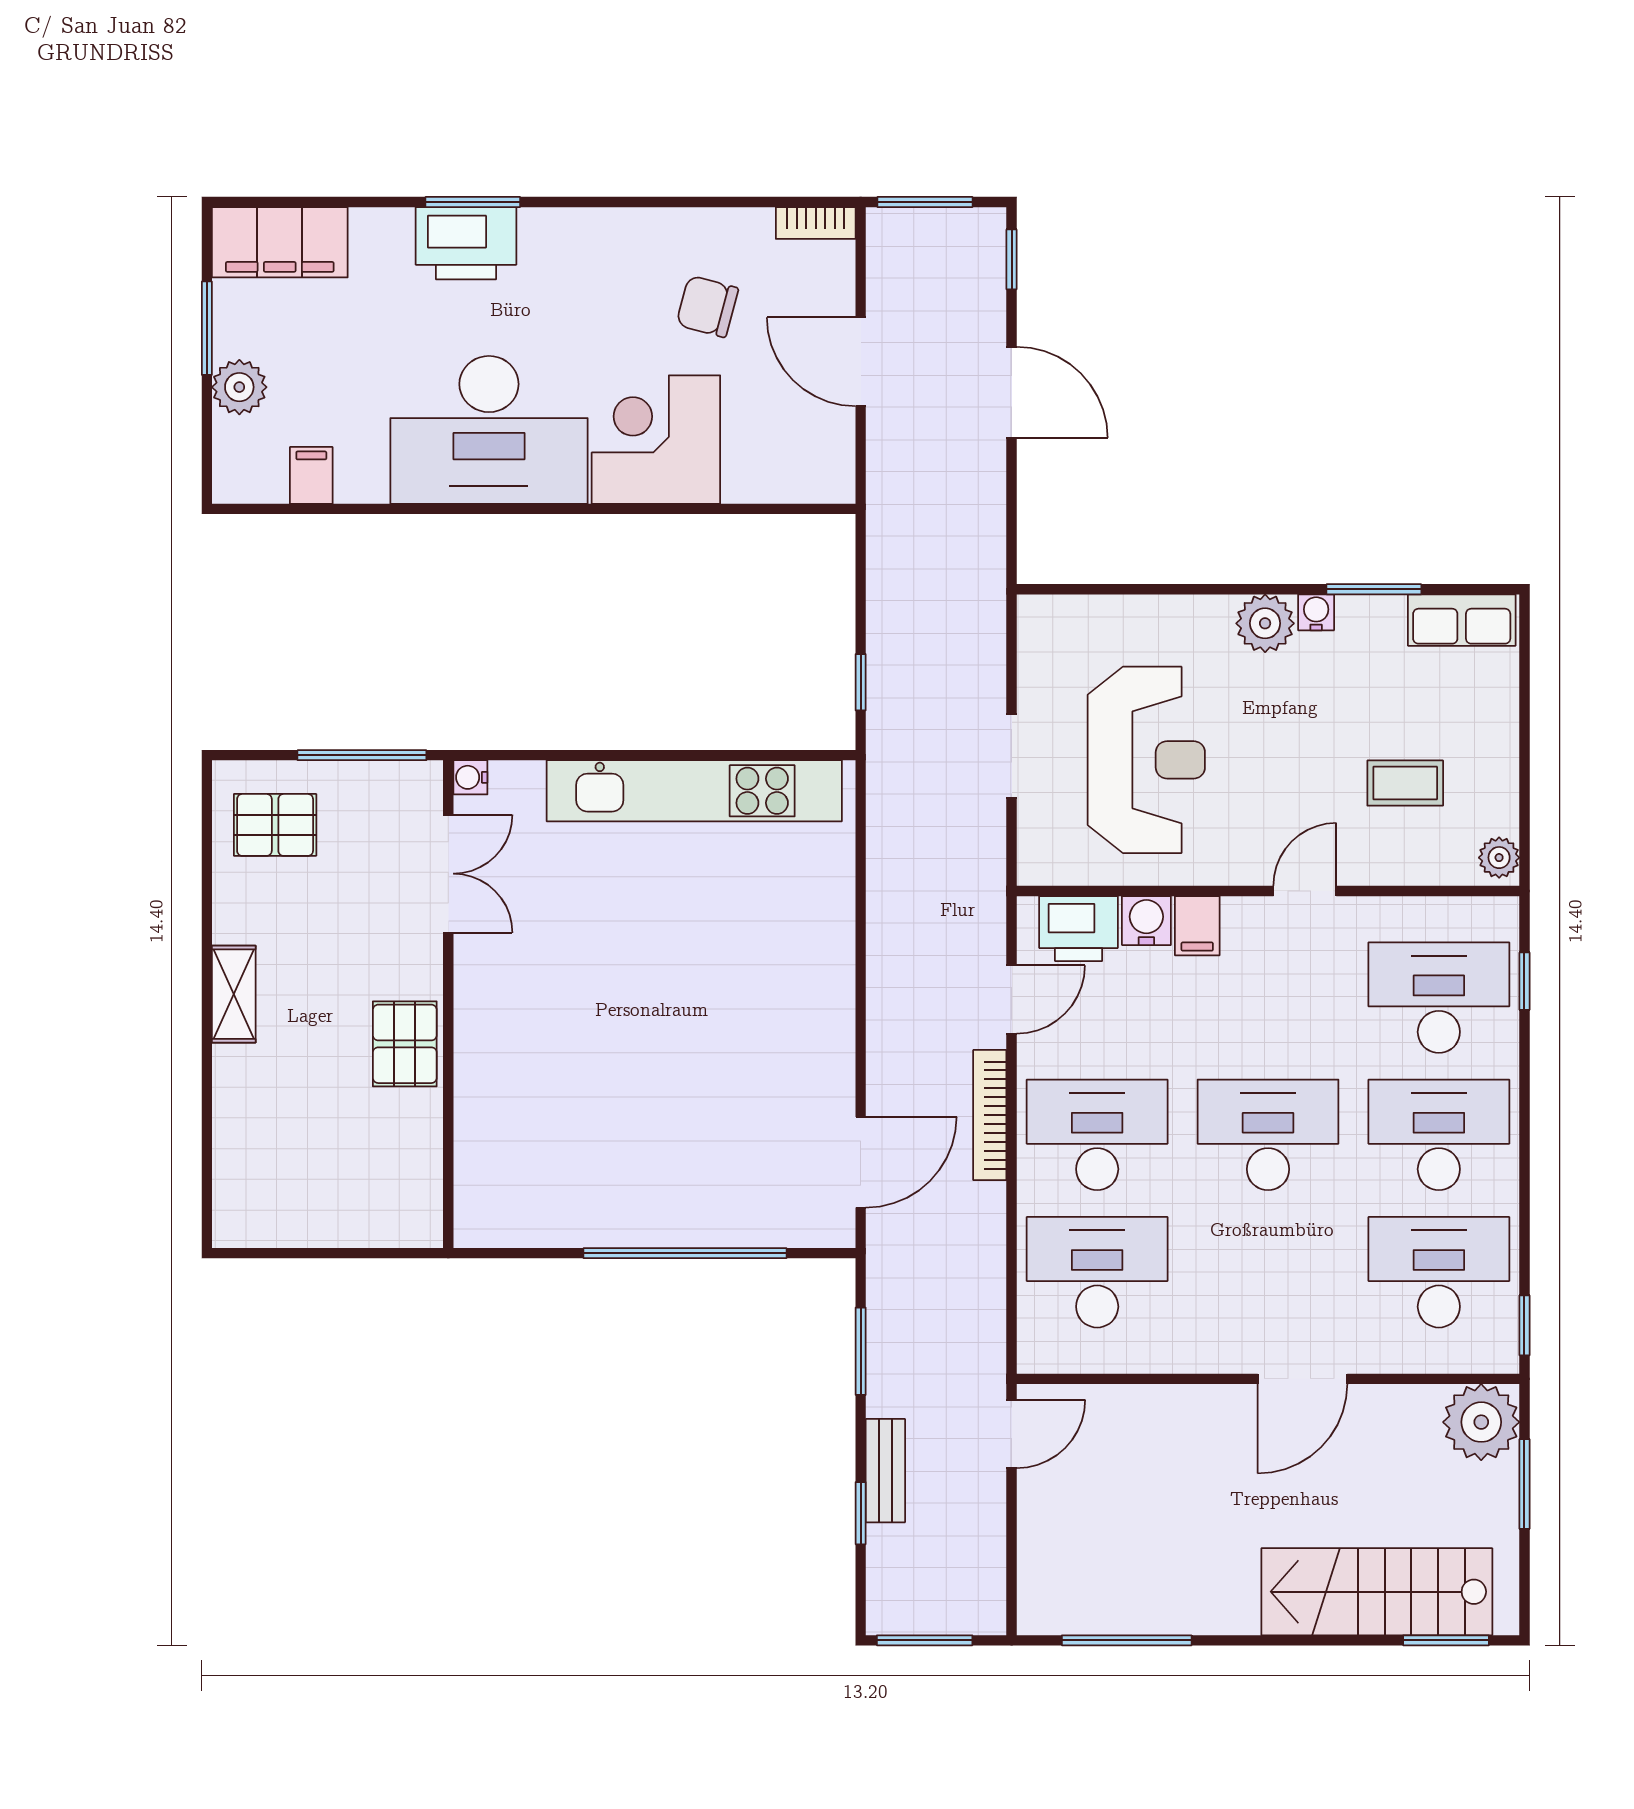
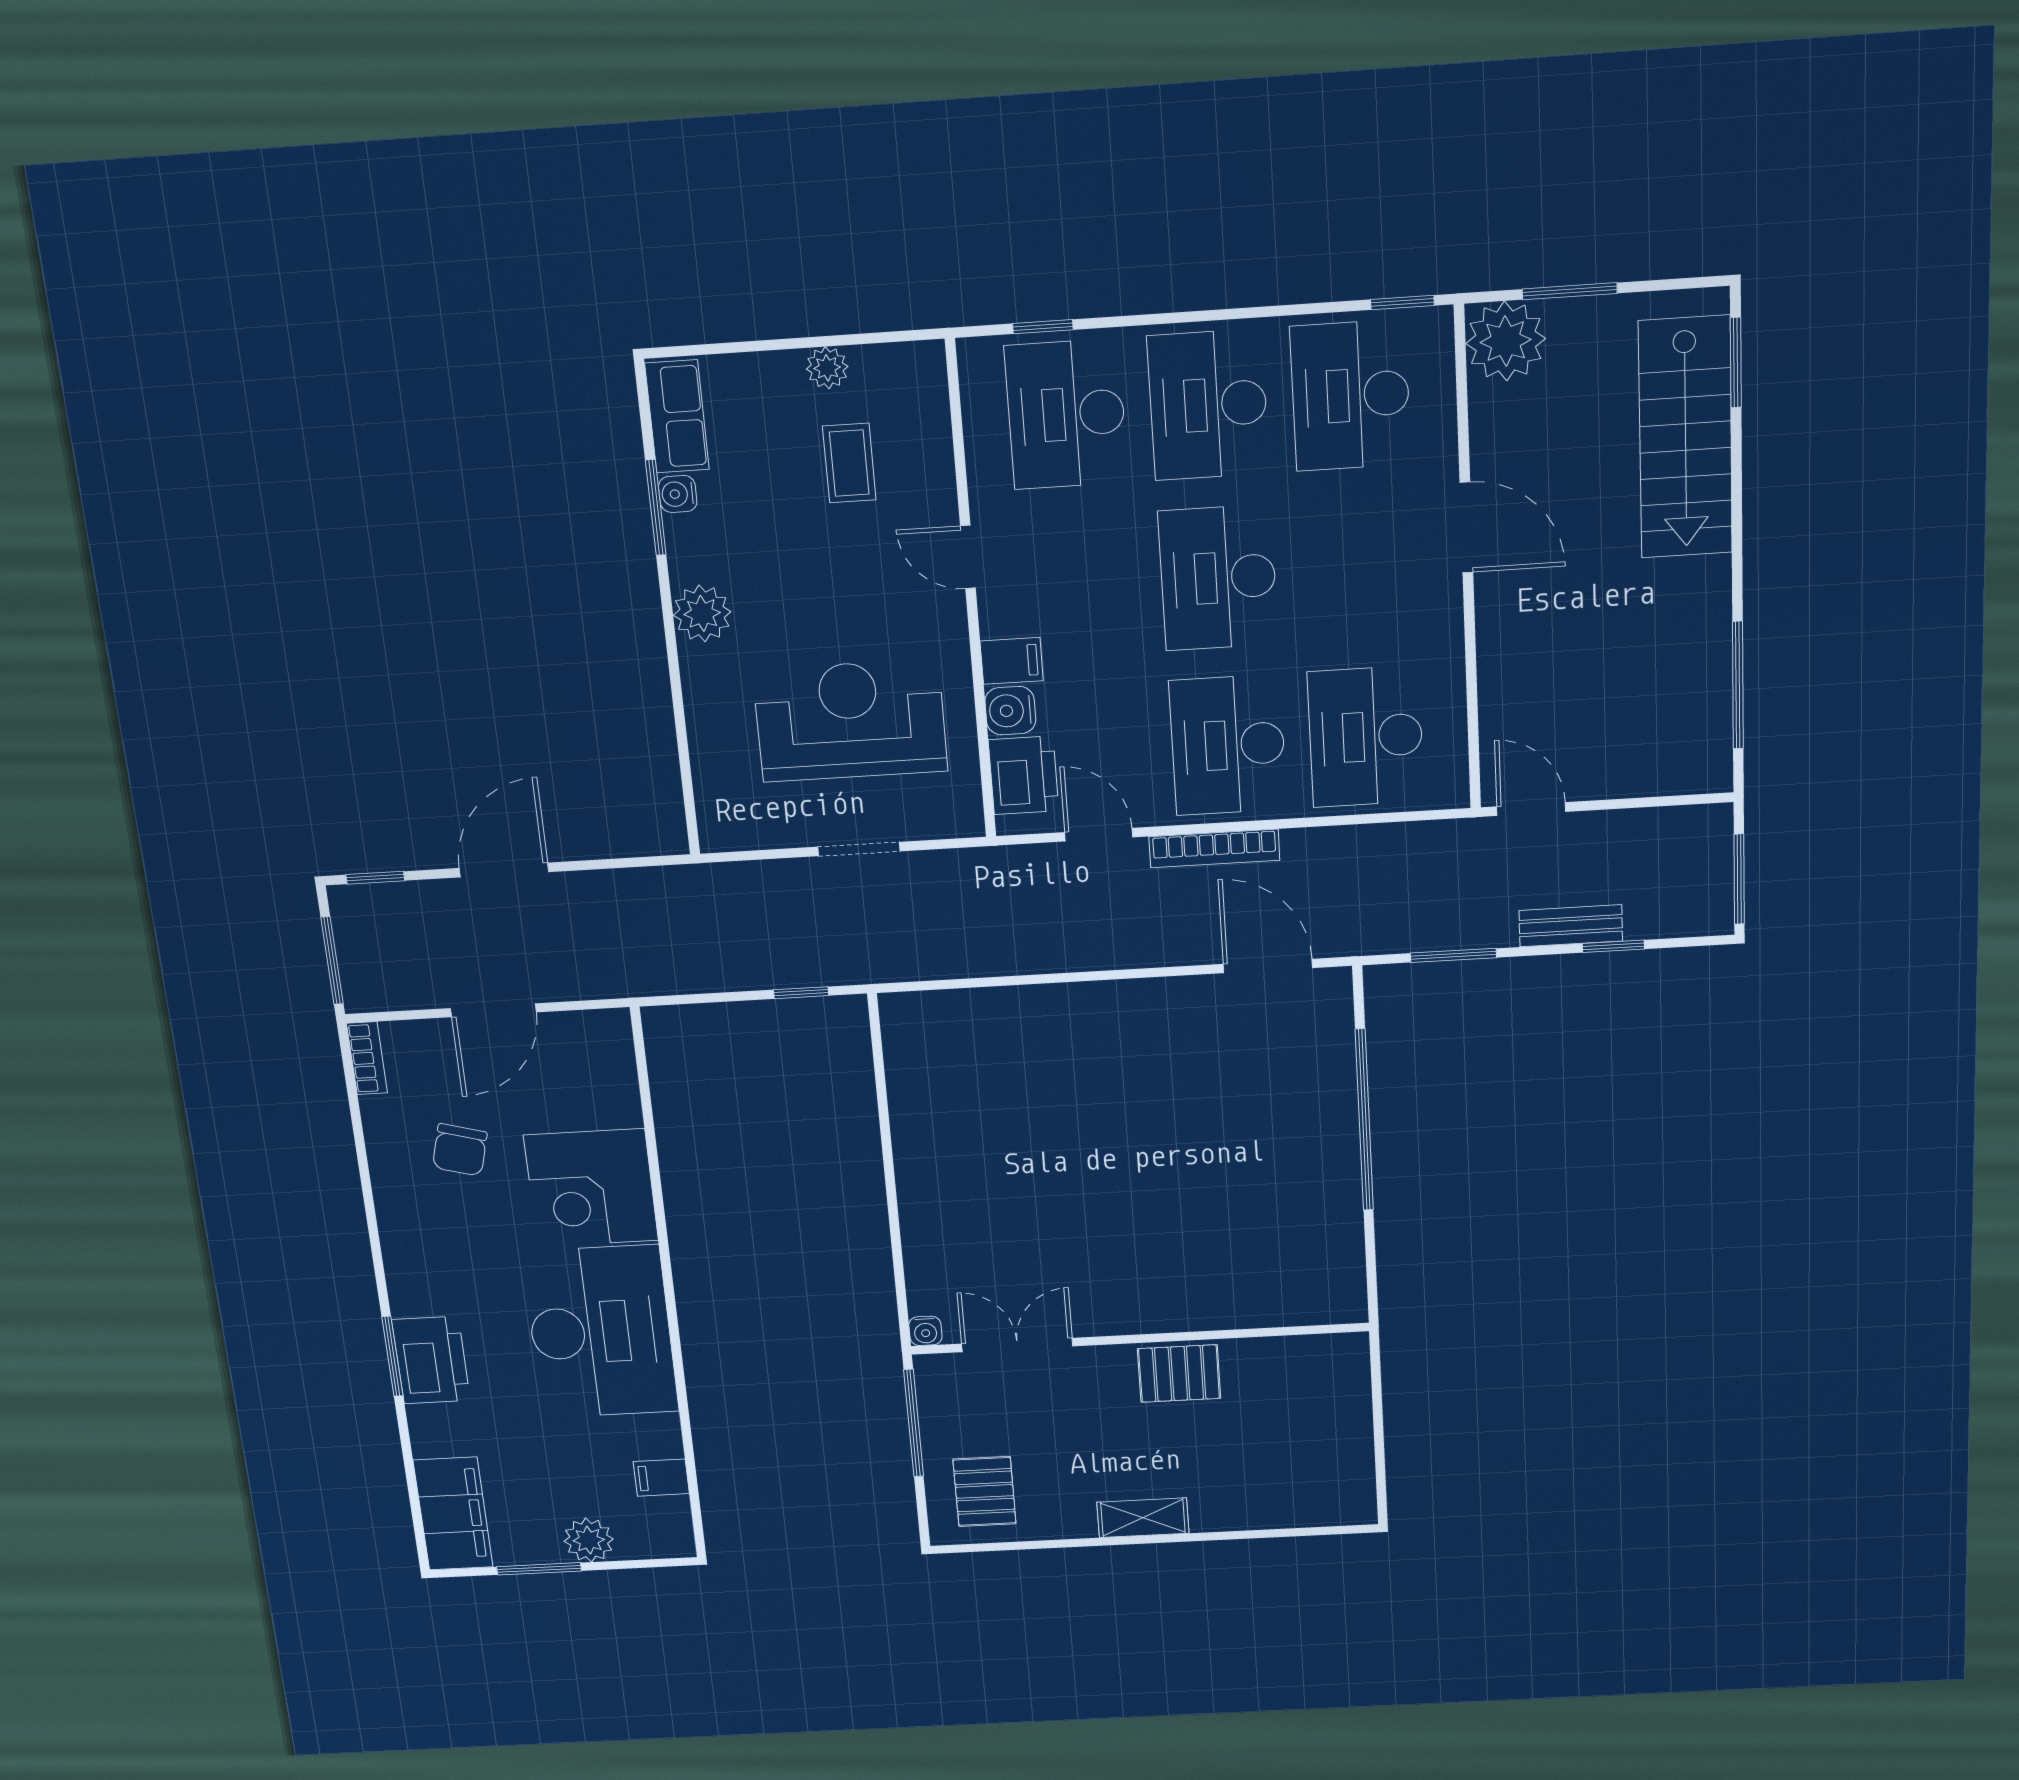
water cooler: (1316, 612) -> (678, 494), moved
kitchen unit: (694, 791) -> (920, 1136), removed
plant: (1499, 858) -> (827, 368), moved

